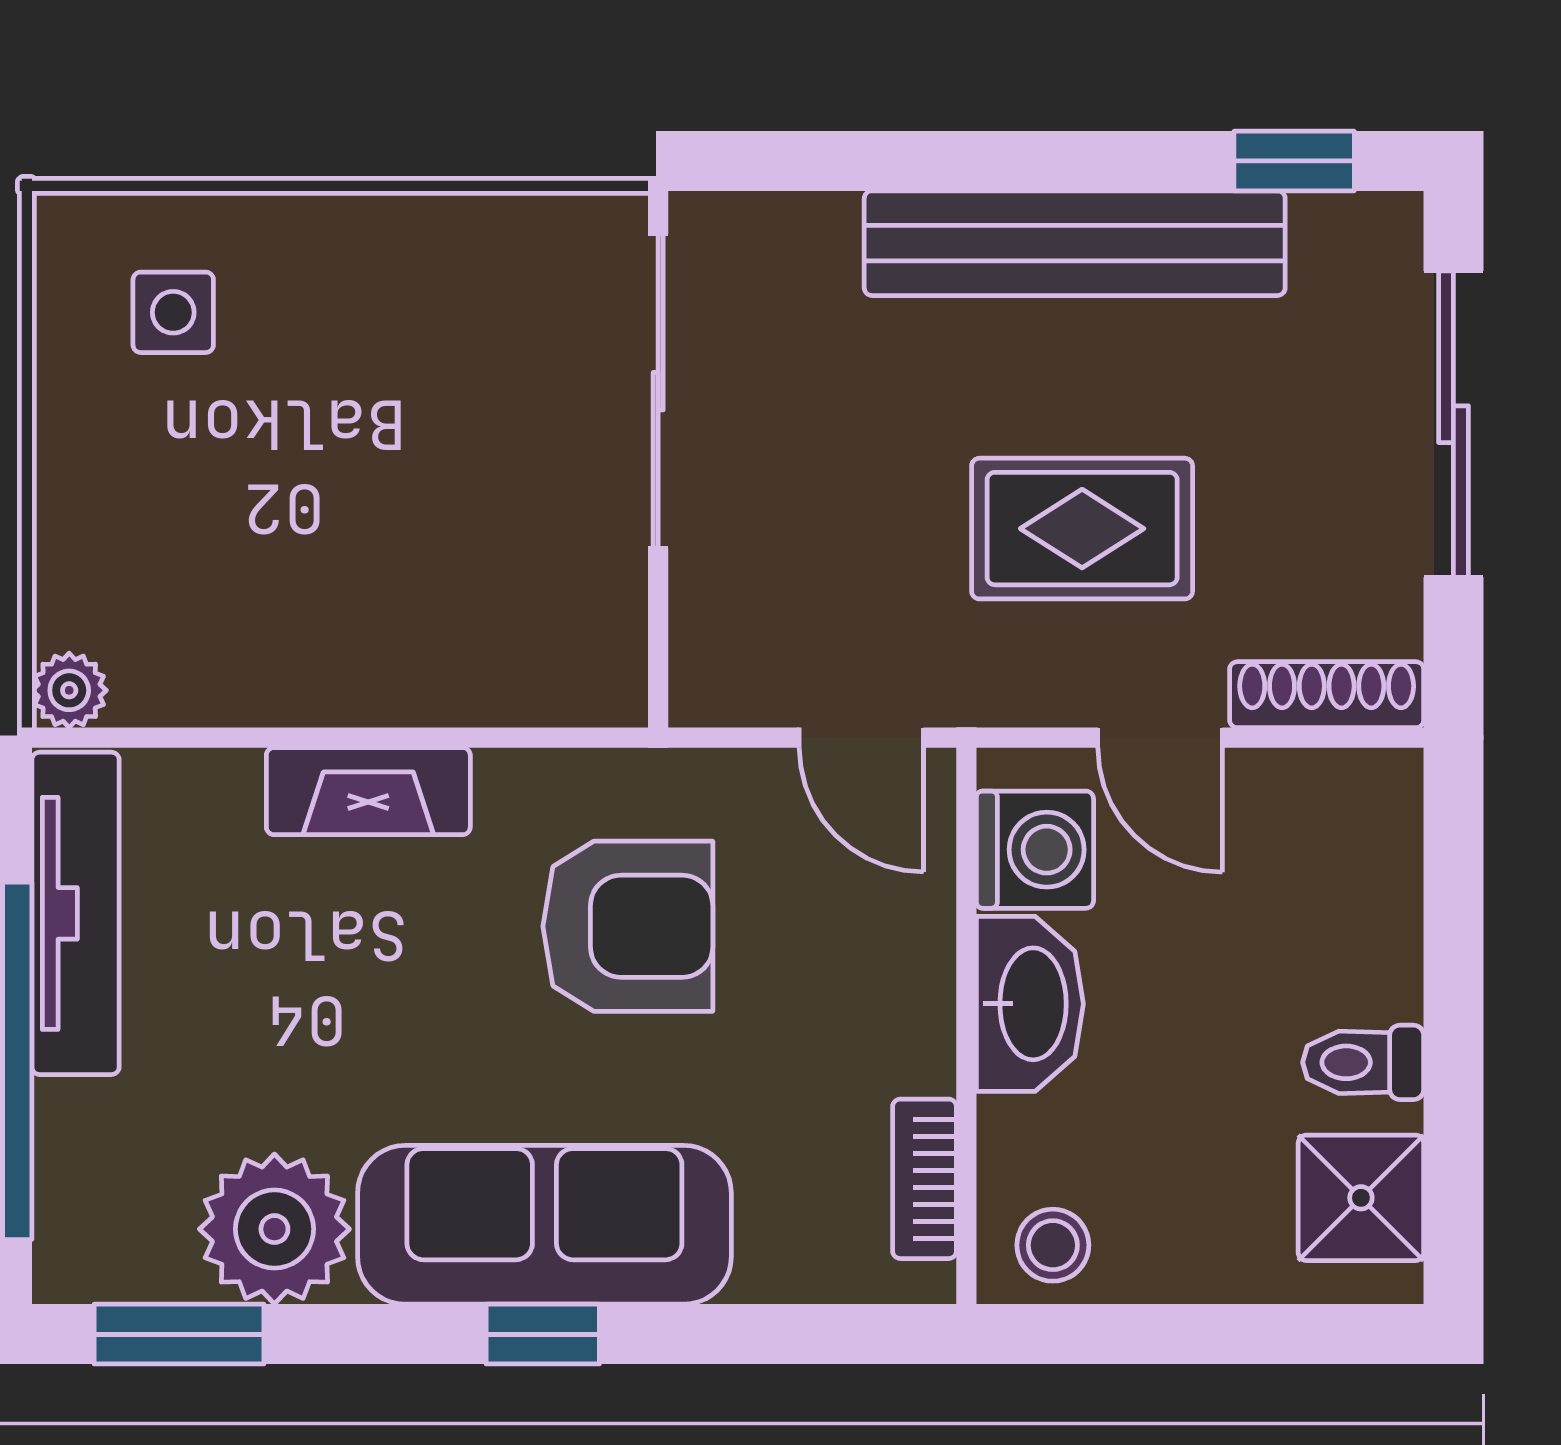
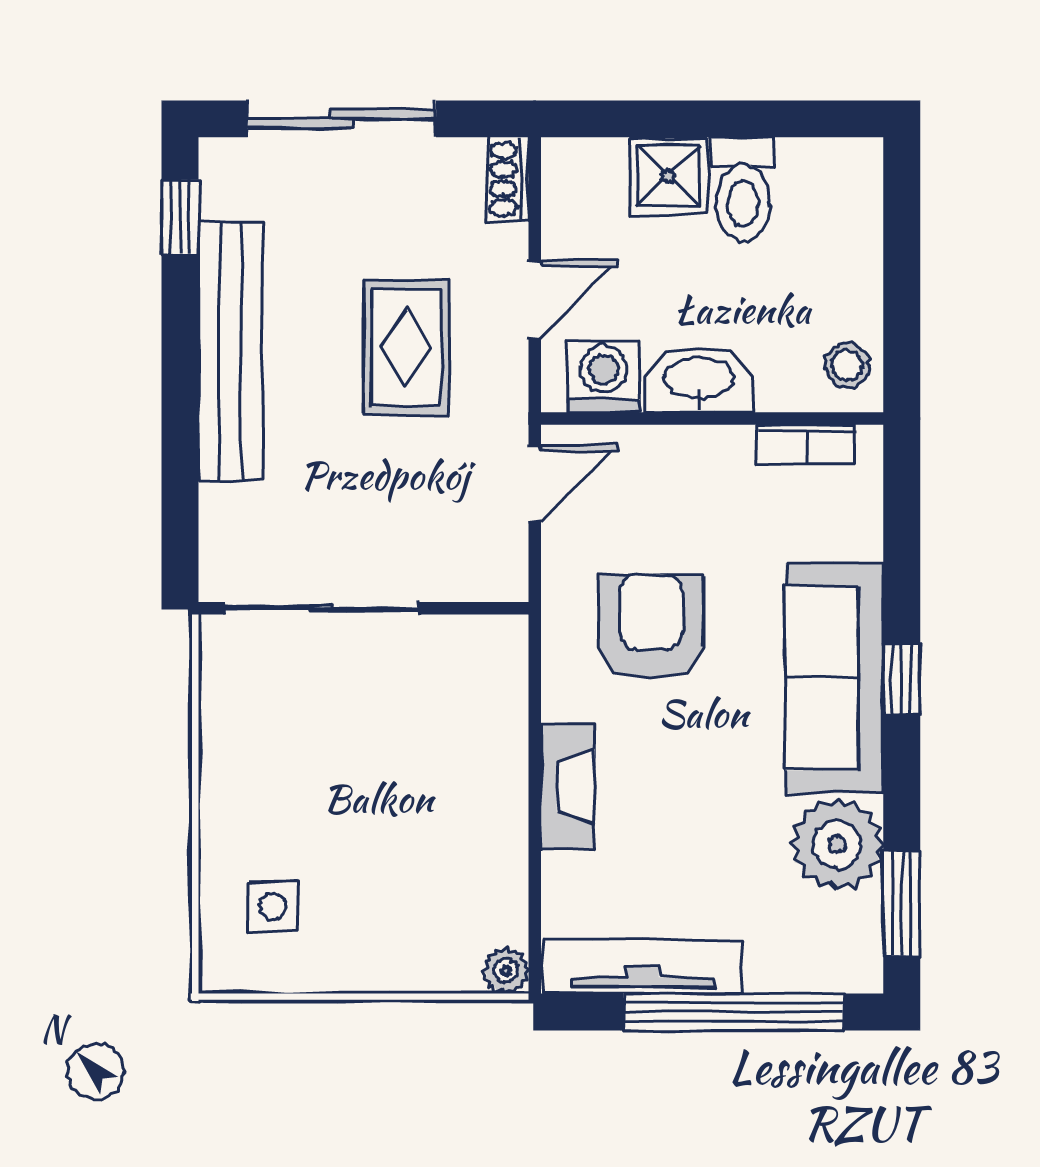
shoe rack: (1327, 695) -> (508, 179), width x0.70
toilet: (1363, 1062) -> (743, 189), width x1.37, depth x1.39
shower: (1361, 1198) -> (668, 176), moved

